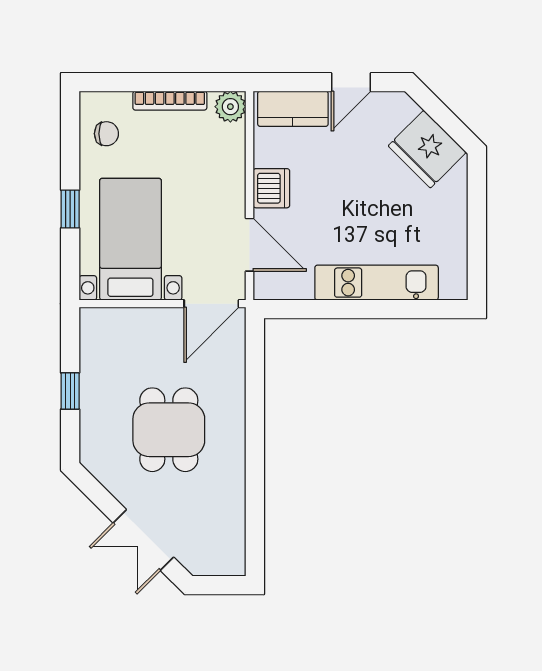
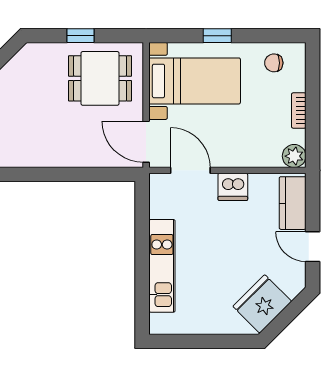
bookcase: (170, 101) -> (299, 110), width x0.64
chair: (106, 134) -> (274, 63), turned 90
door: (250, 245) -> (190, 170), swing flipped
dining table: (169, 430) -> (100, 78), moved

